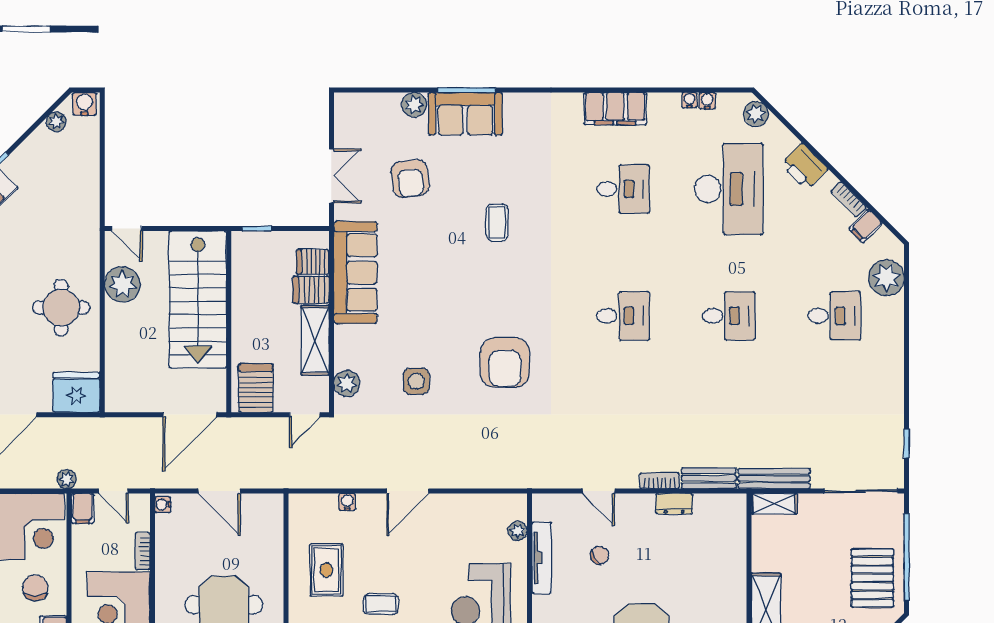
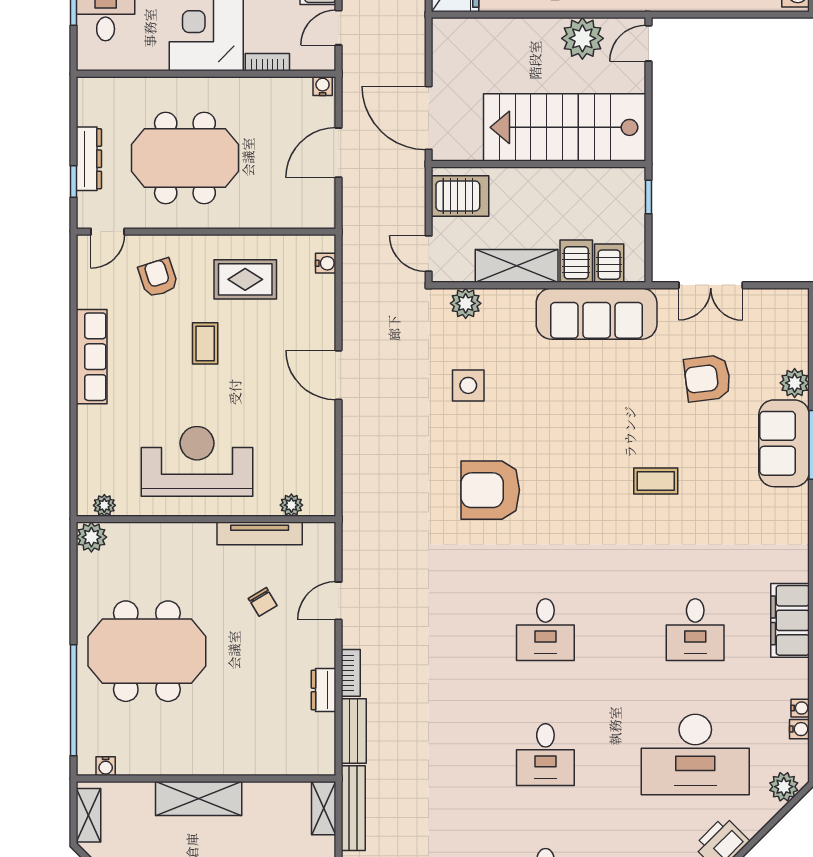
water cooler: (347, 502) -> (326, 263), moved

